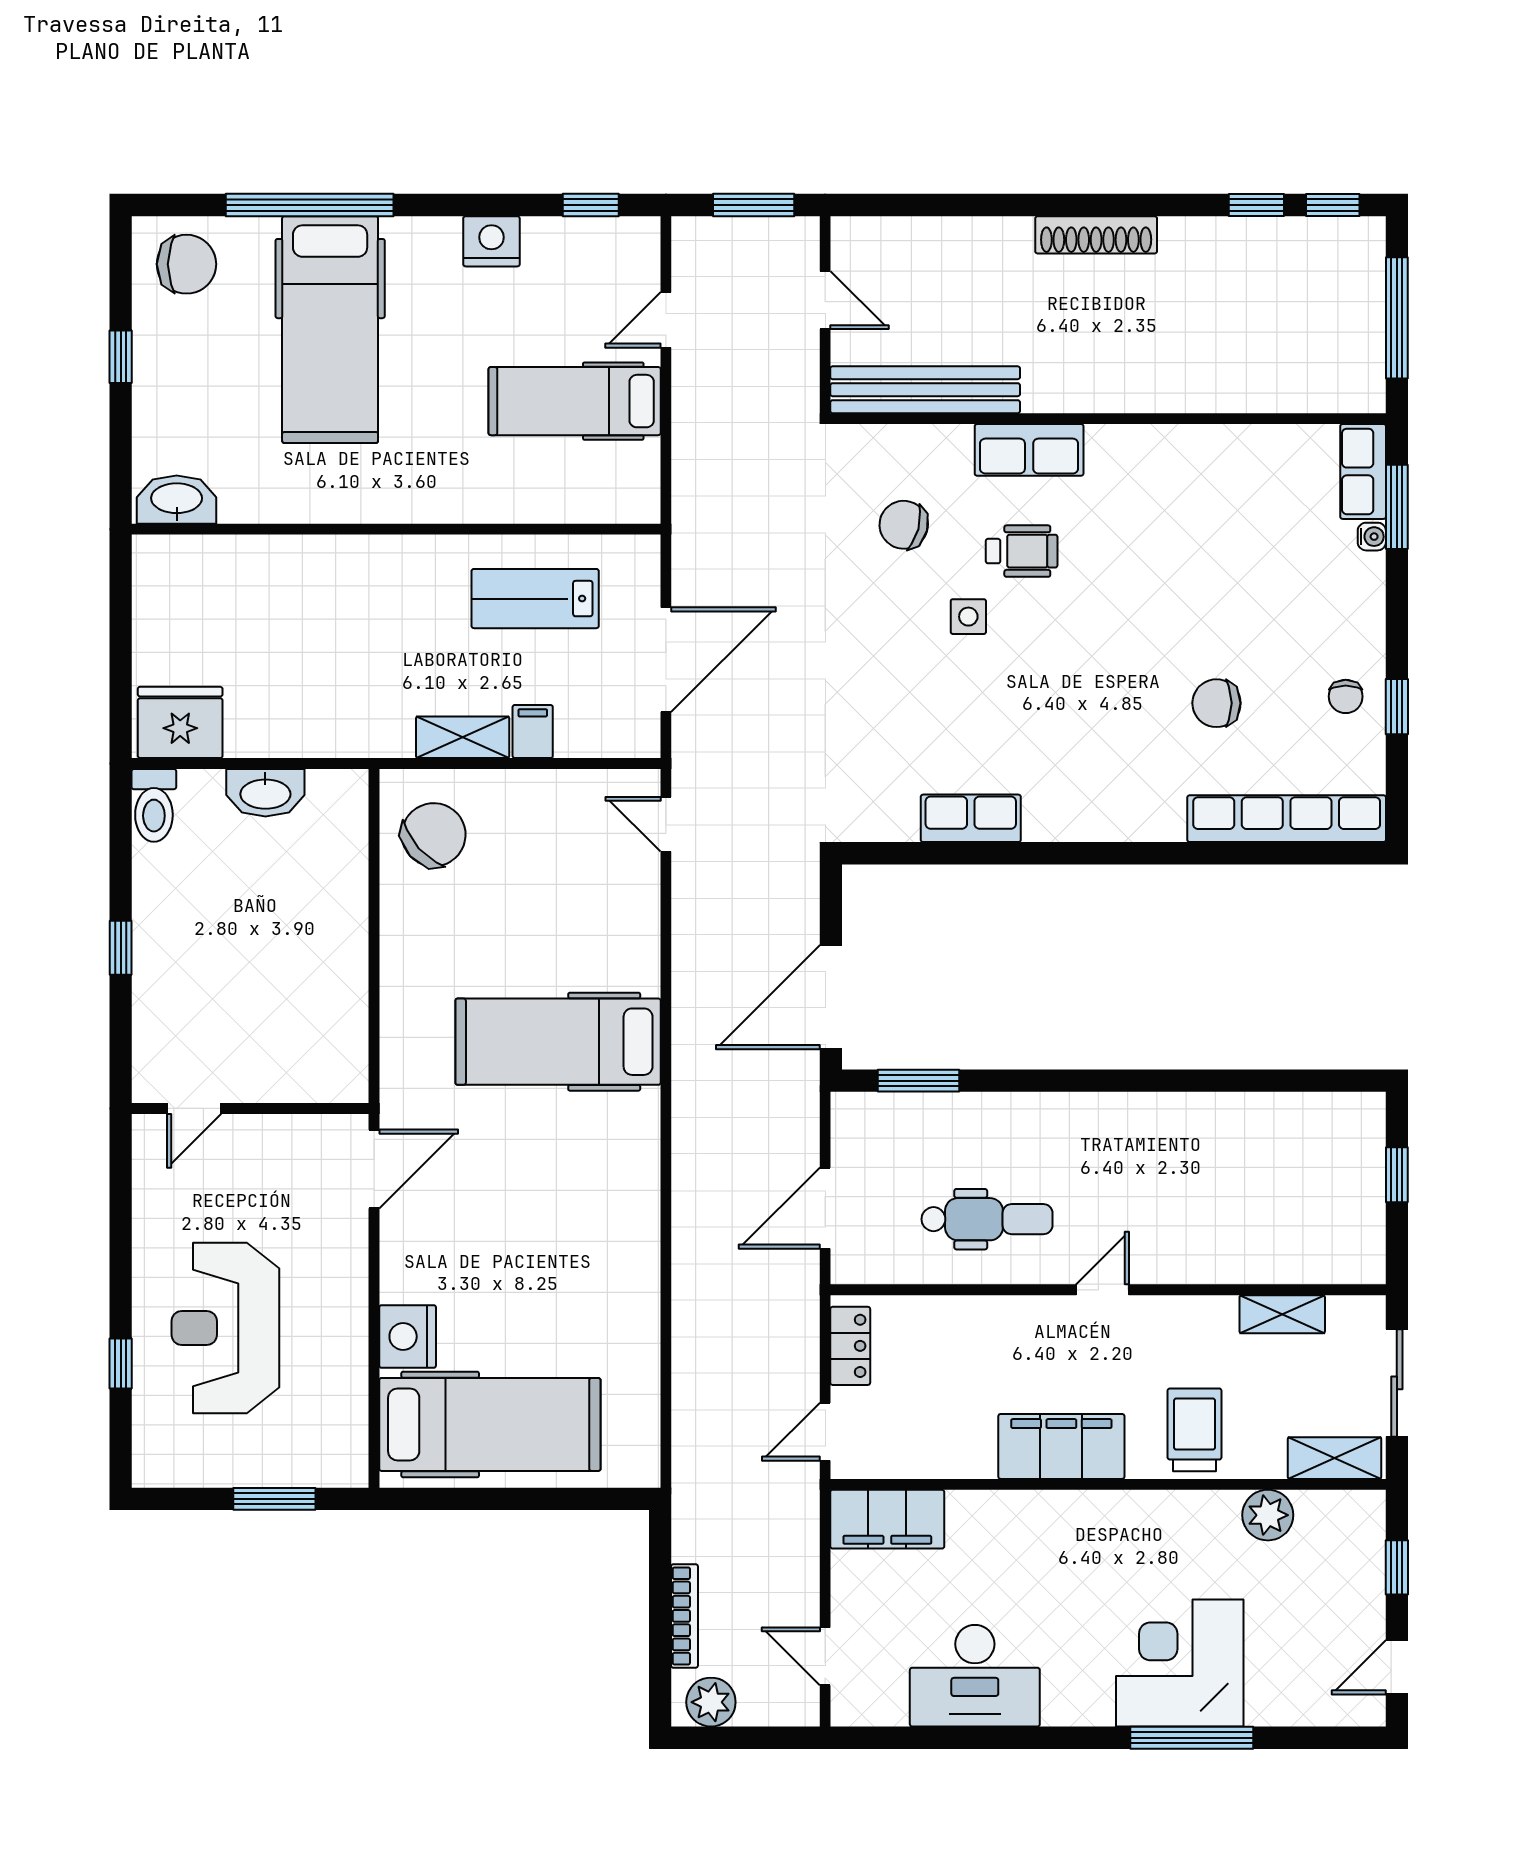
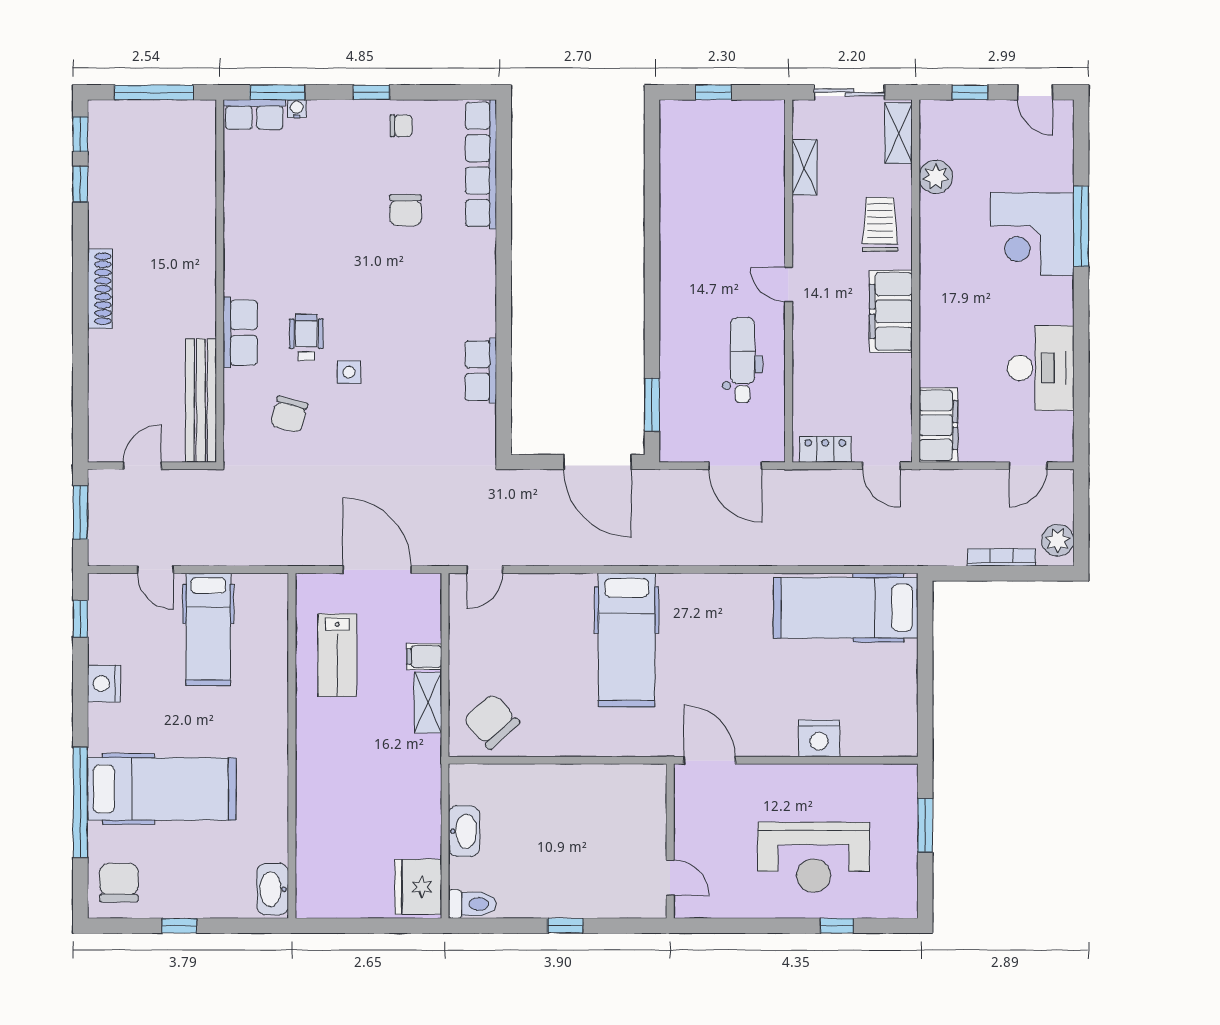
window: (1397, 707) -> (371, 92), moved
hospital bed: (490, 1424) -> (846, 608), moved, turned -90
trolley: (1195, 1430) -> (880, 225), turned 90

